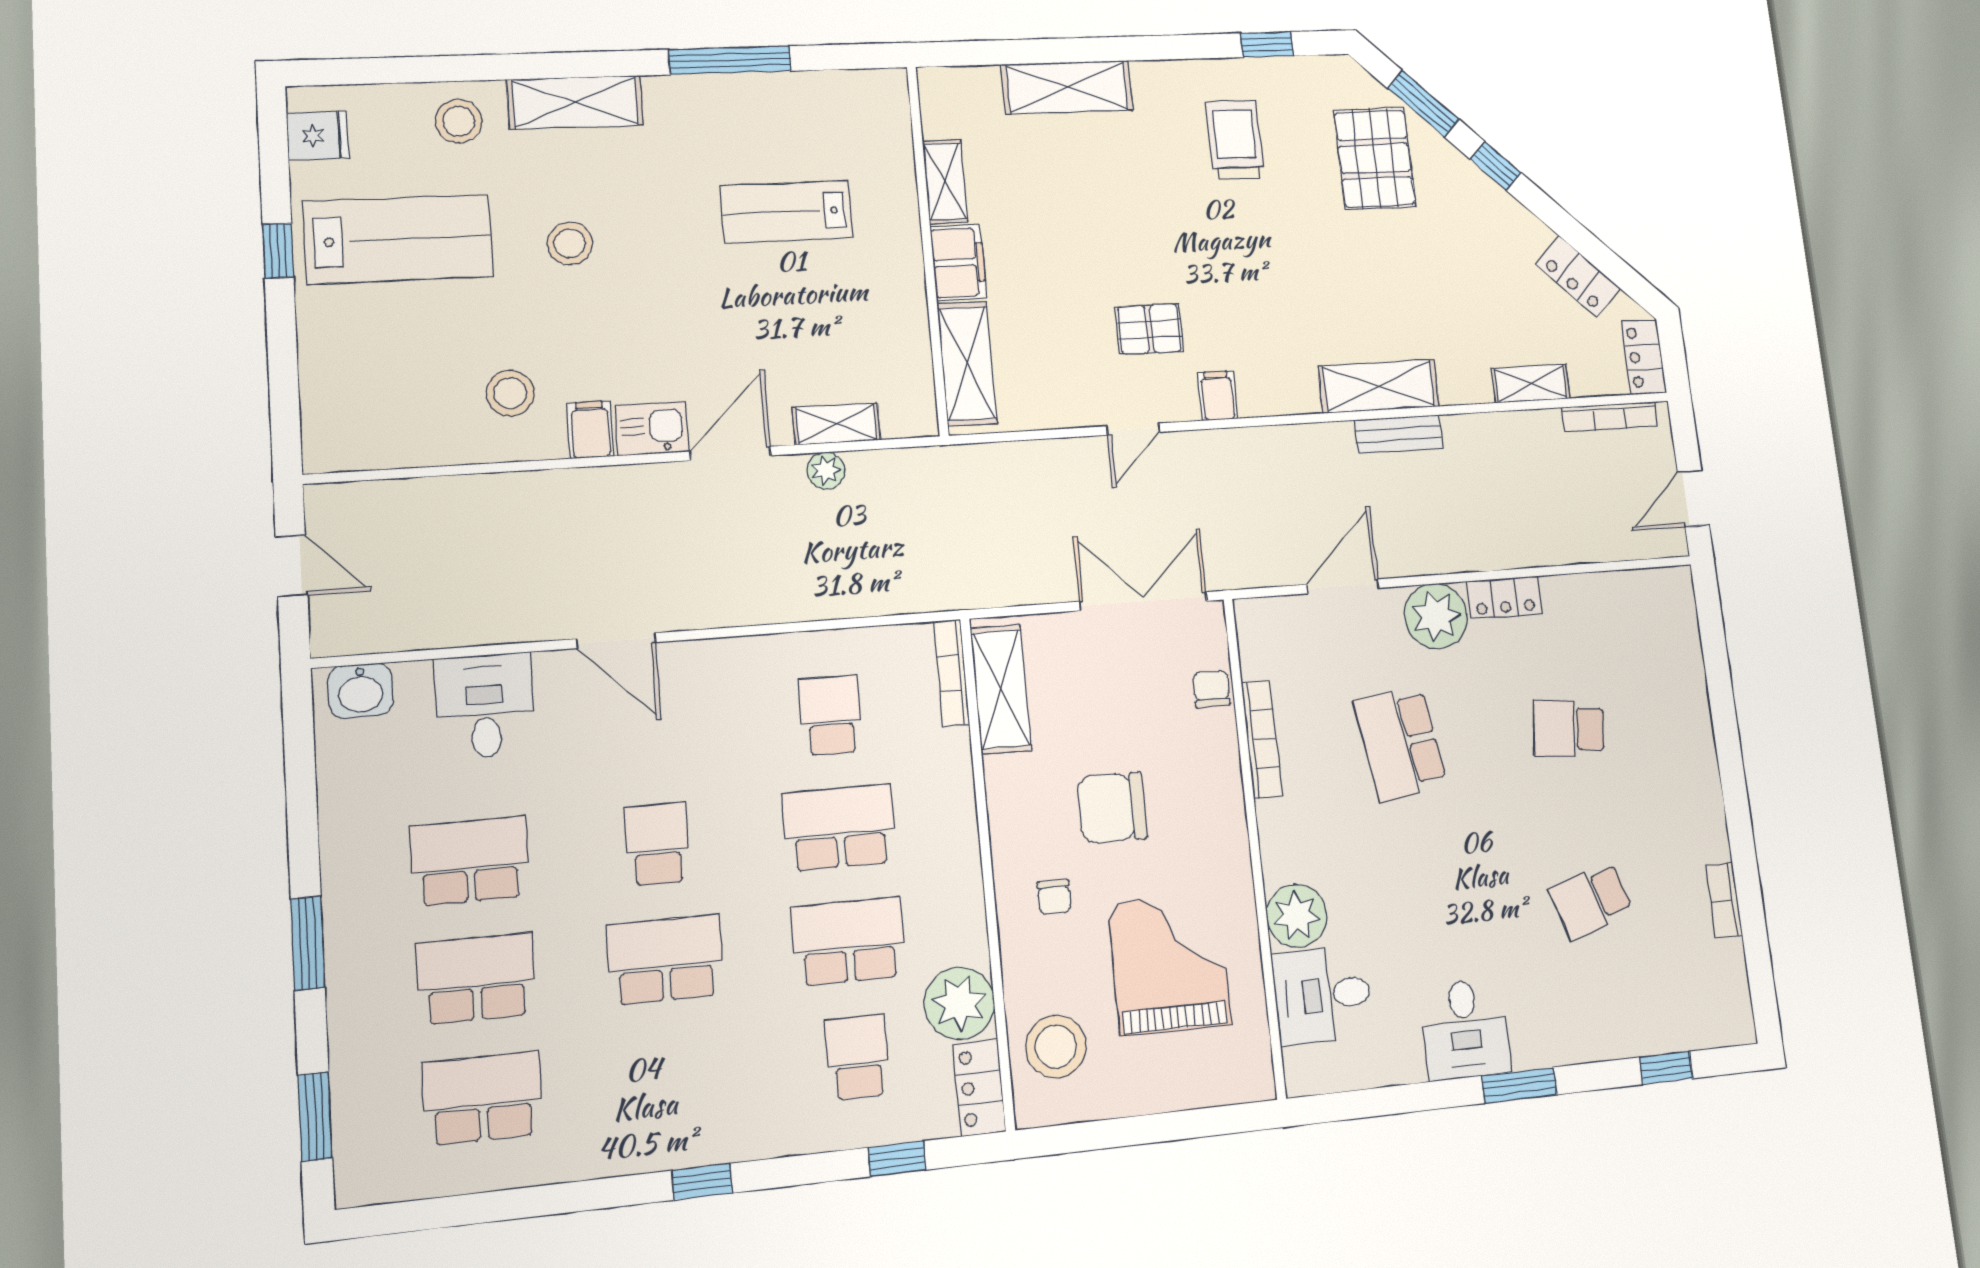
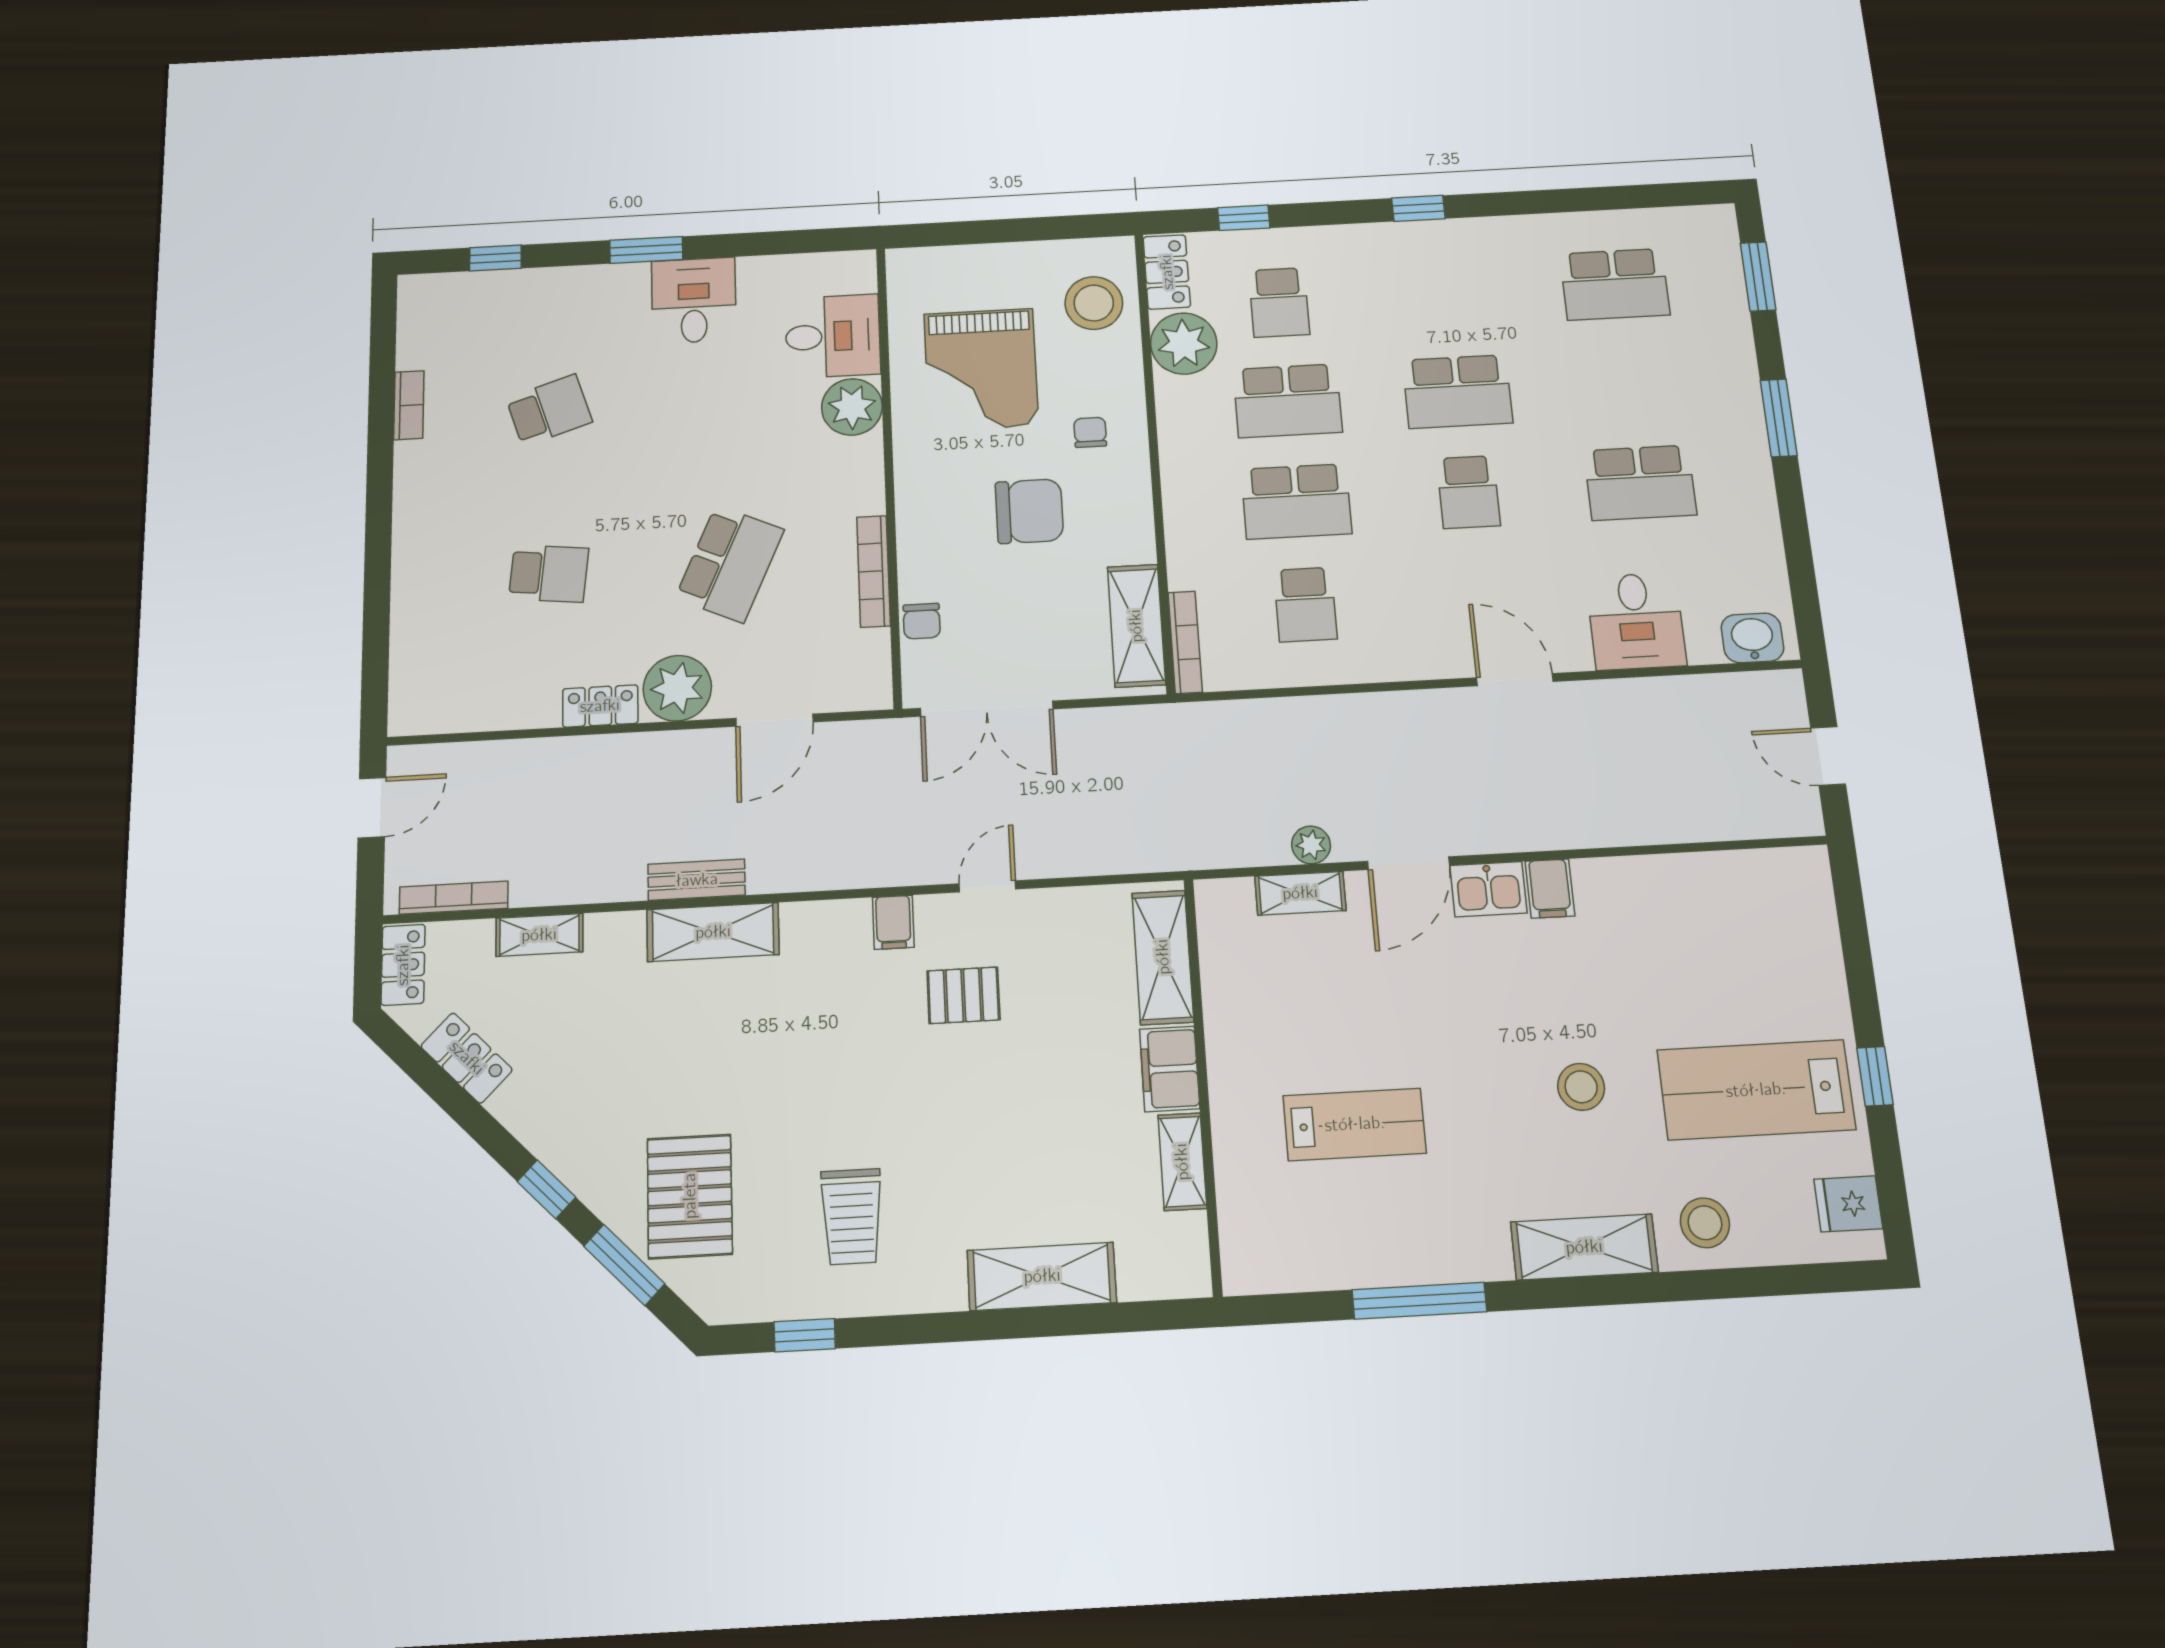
stool: (510, 393) -> (1632, 926), removed
school desk: (1400, 743) -> (730, 564), turned 33
school desk: (476, 979) -> (1627, 382), removed

